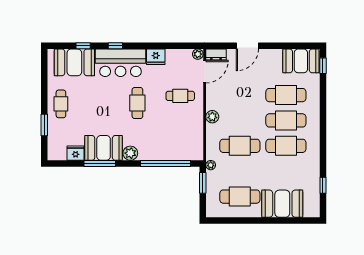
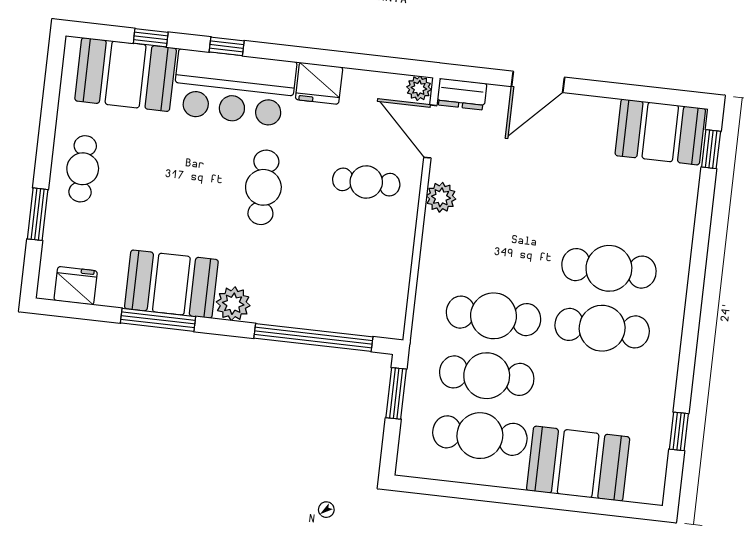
door: (205, 72) -> (430, 131), swing flipped
cafe table: (286, 95) -> (487, 376), moved
plant: (212, 117) -> (441, 197), moved
fridge: (76, 153) -> (76, 286), moved
plant: (211, 165) -> (419, 353), removed

